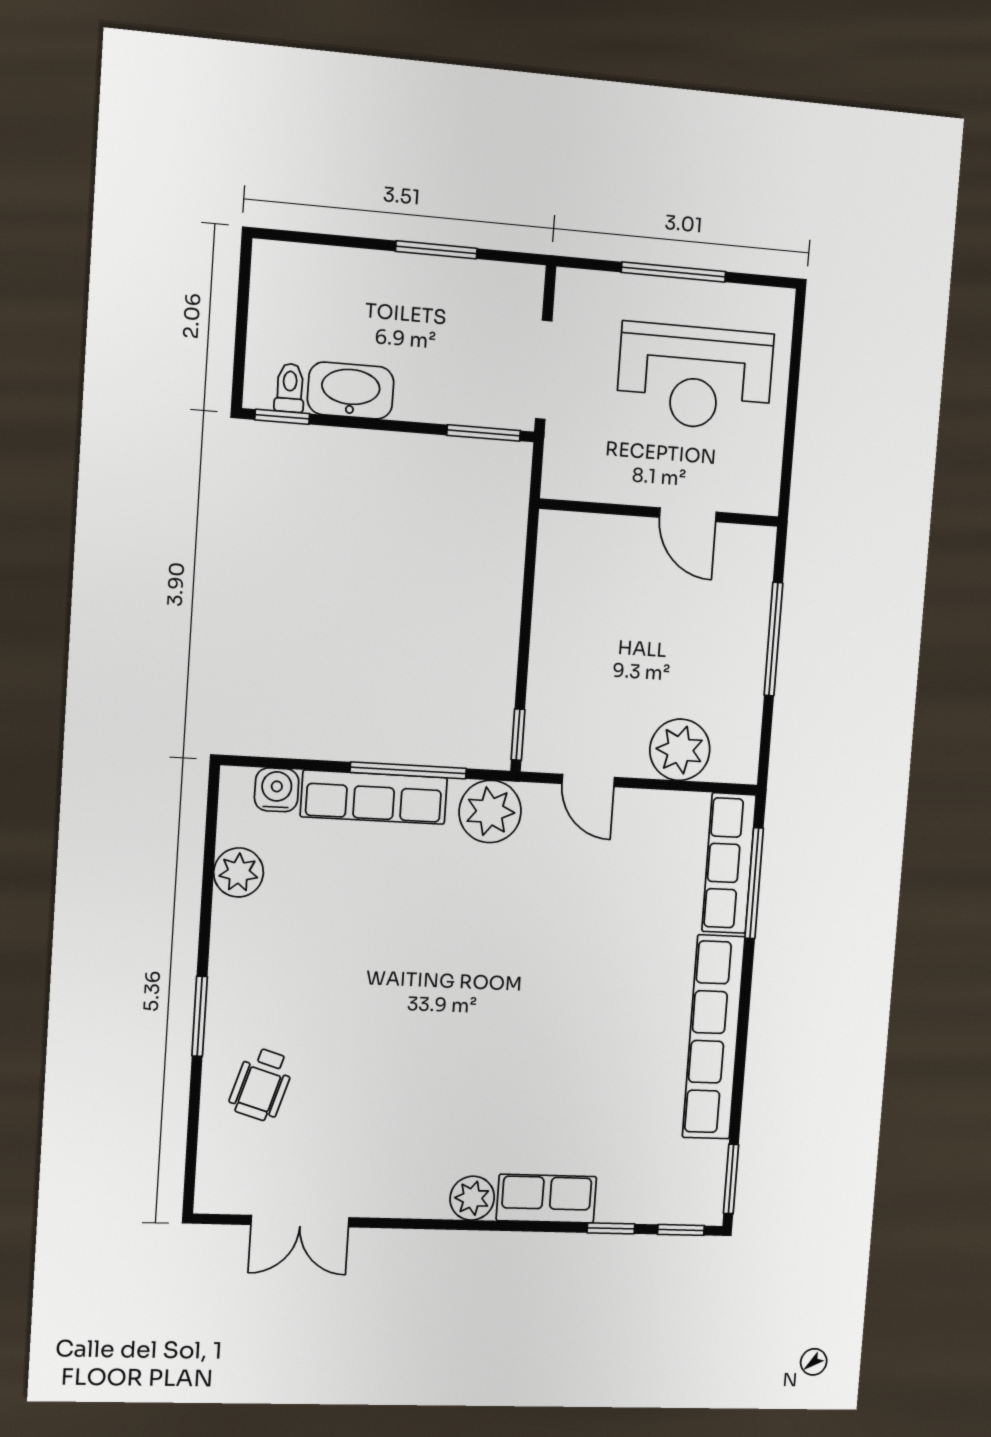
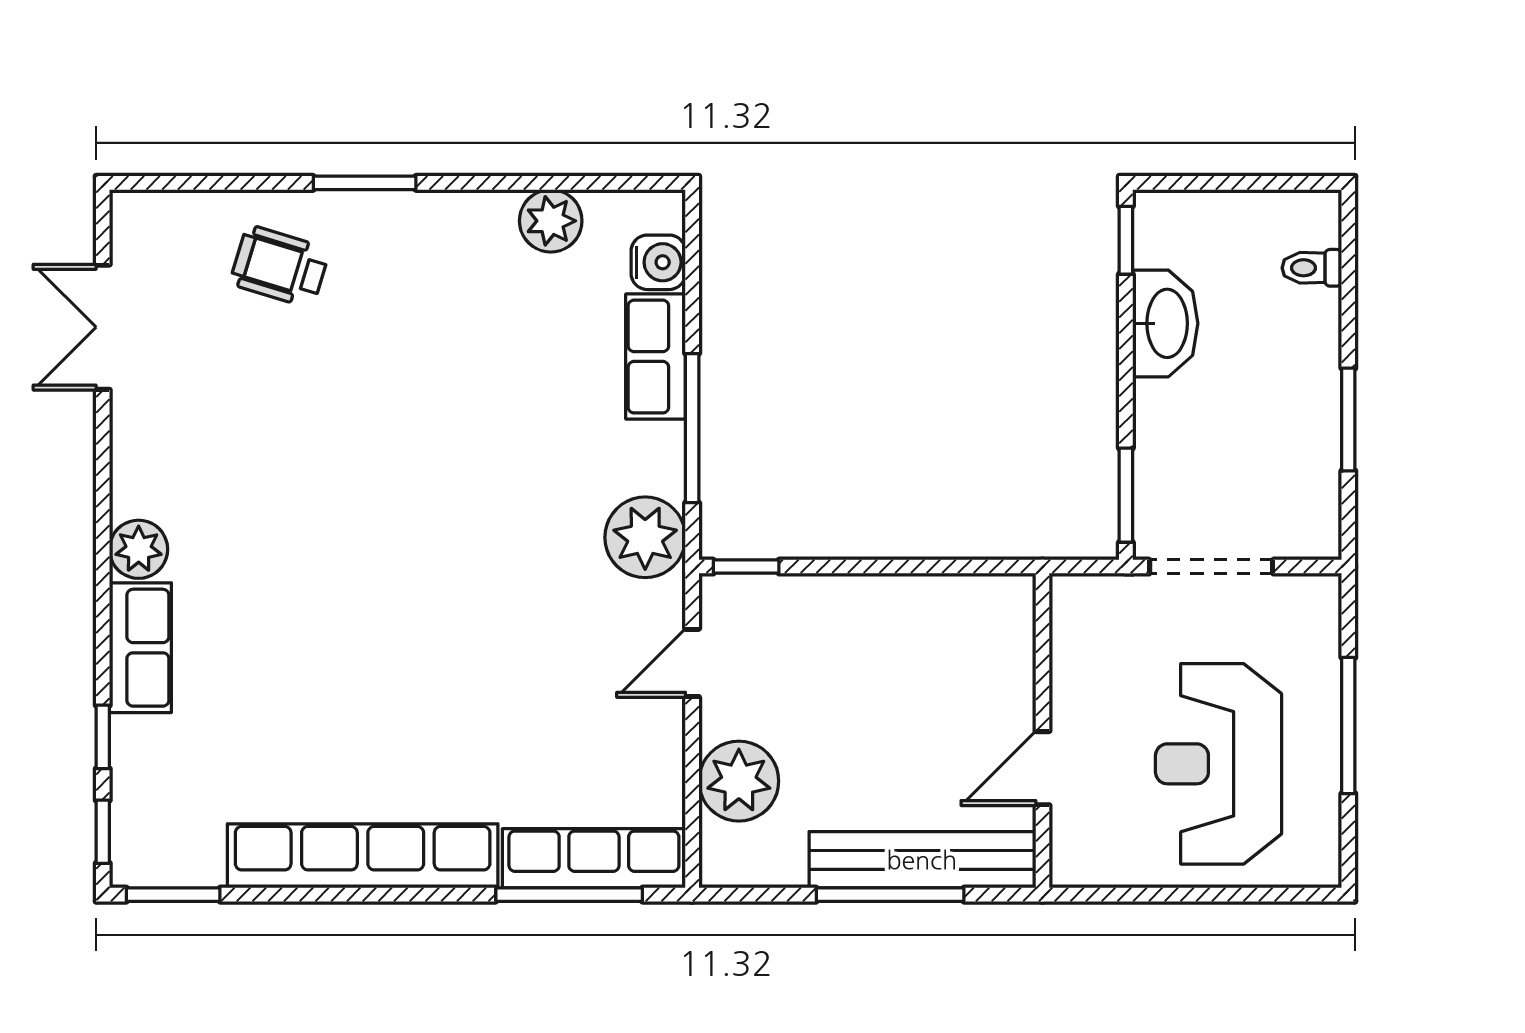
toilet: (290, 388) -> (1312, 268), moved, turned 180
bench: (749, 613) -> (922, 860), added
row of seats: (374, 797) -> (656, 357), width x0.68

